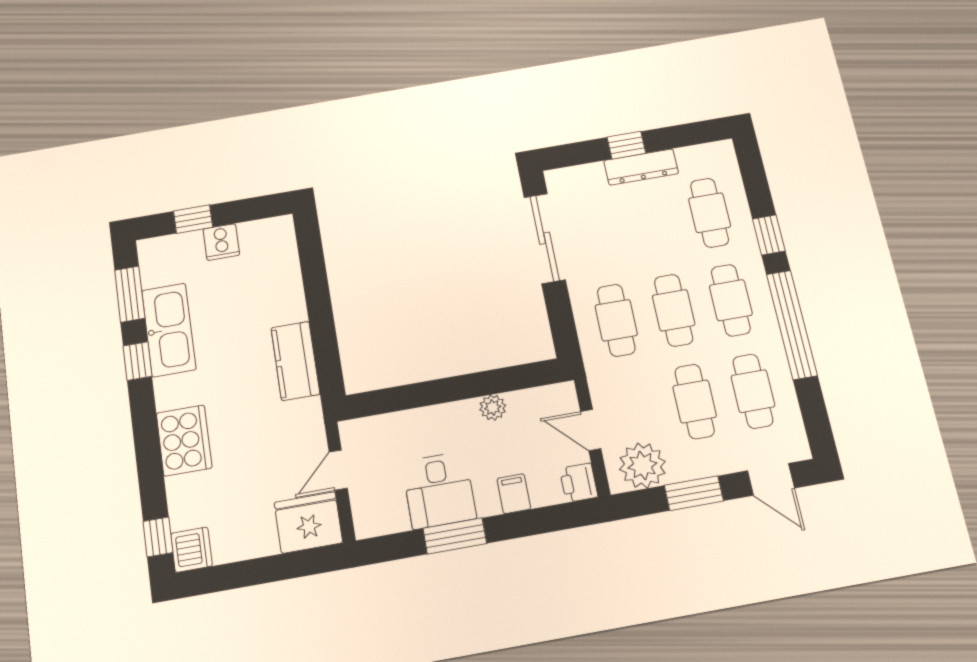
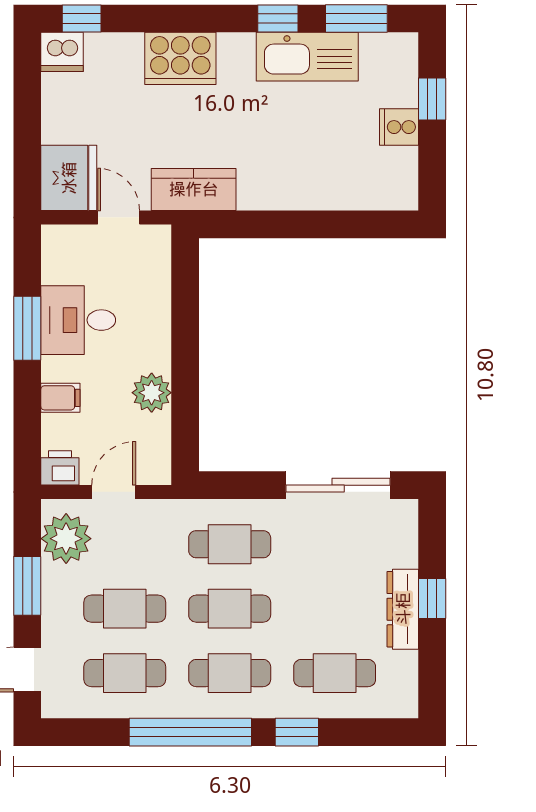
kitchen counter: (295, 361) -> (194, 189), moved
plant: (493, 407) -> (152, 393), width x1.38, depth x1.38

